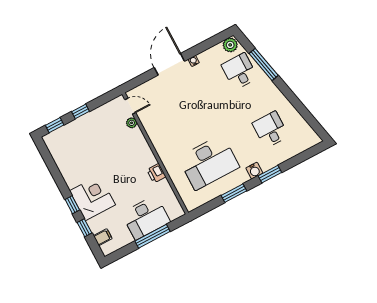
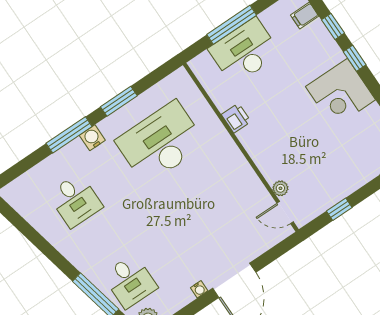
window: (81, 111) -> (339, 209), moved
window: (270, 174) -> (69, 135), width x1.44
corner desk: (92, 198) -> (341, 93), moved

